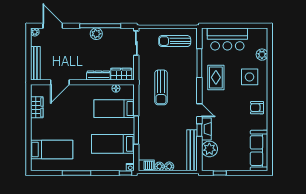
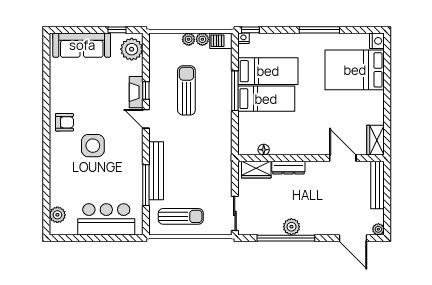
plant: (262, 55) -> (57, 215), moved
rug: (216, 77) -> (123, 165), removed
side table: (250, 77) -> (93, 146), moved
door: (60, 82) -> (343, 158), hinge flipped
sun lounger: (161, 87) -> (186, 90), moved
wardrobe: (37, 107) -> (376, 140), moved
bed: (114, 109) -> (266, 99), moved
bed: (52, 149) -> (355, 70), width x1.50
plant: (209, 149) -> (132, 49), moved
bench: (192, 150) -> (156, 171), moved
sofa: (259, 151) -> (82, 45), moved, turned 90
nightstand: (36, 165) -> (377, 41), added

